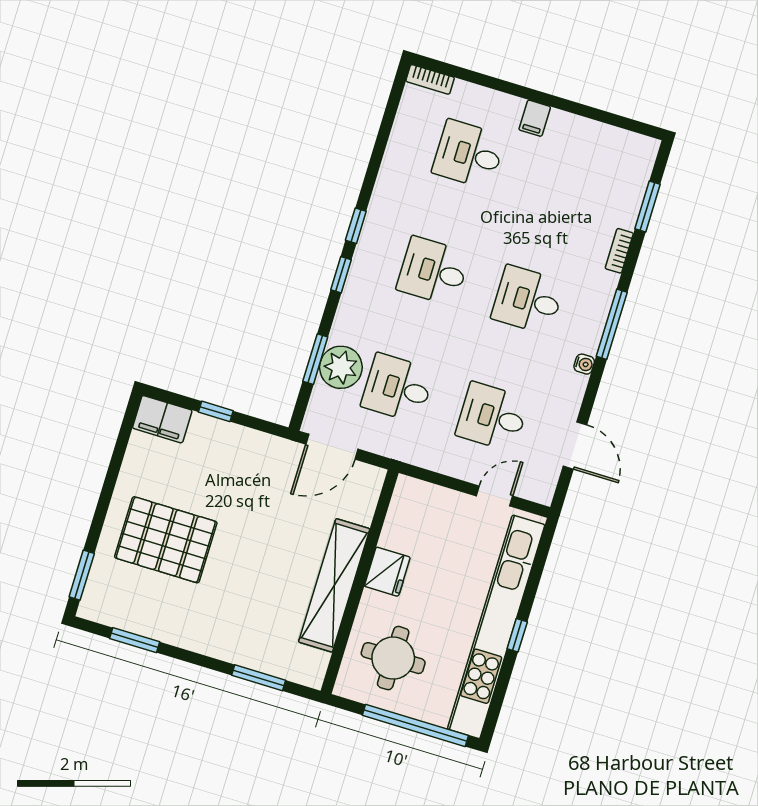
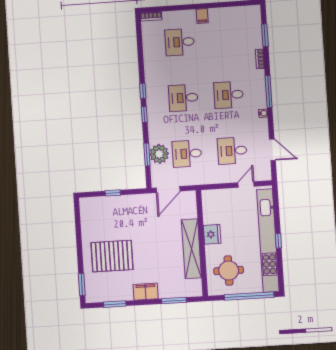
filing cabinet: (162, 419) -> (146, 292), moved, turned 180

